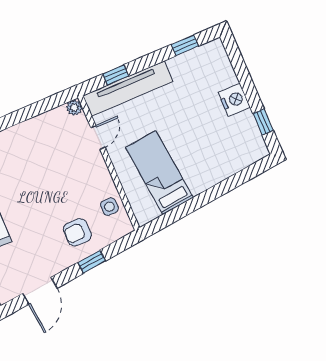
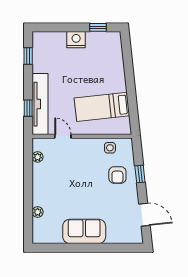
plant: (74, 108) -> (38, 157), moved

